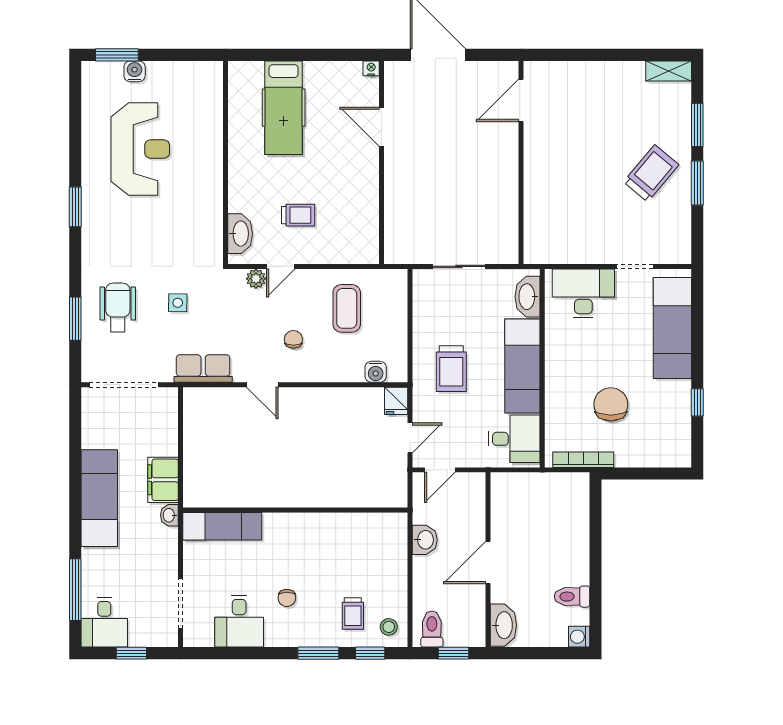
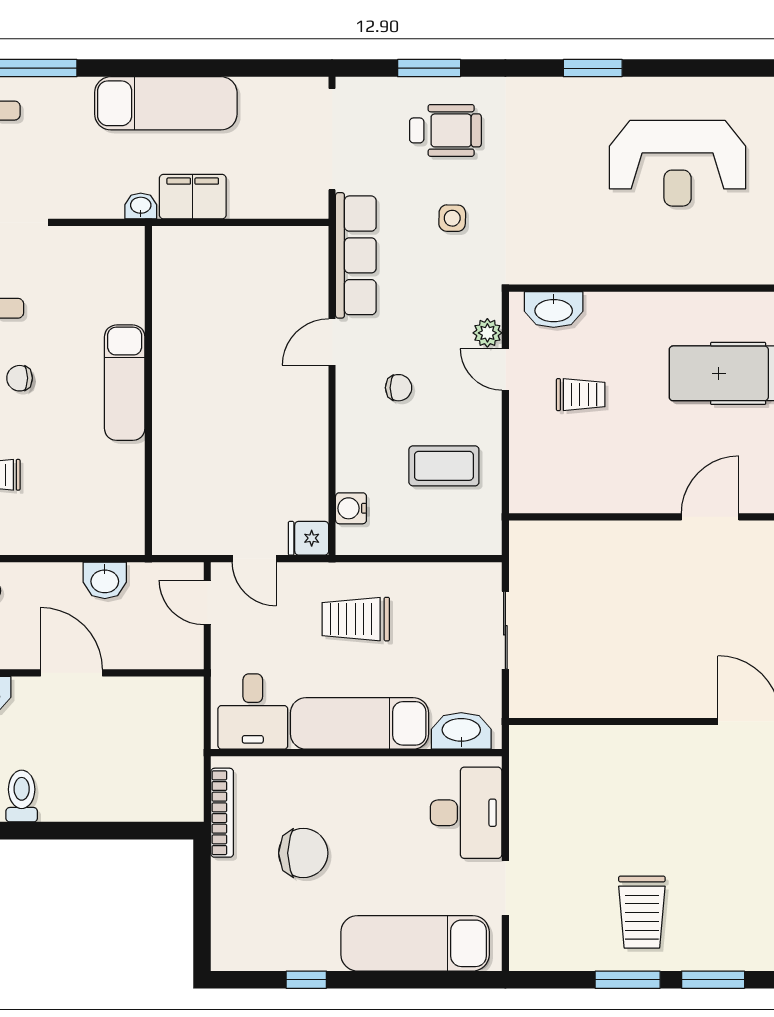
trolley: (651, 173) -> (642, 912), turned 50
trolley: (298, 215) -> (581, 395), turned -90
row of seats: (203, 369) -> (356, 255), width x1.48
exam couch: (222, 526) -> (125, 383), moved

